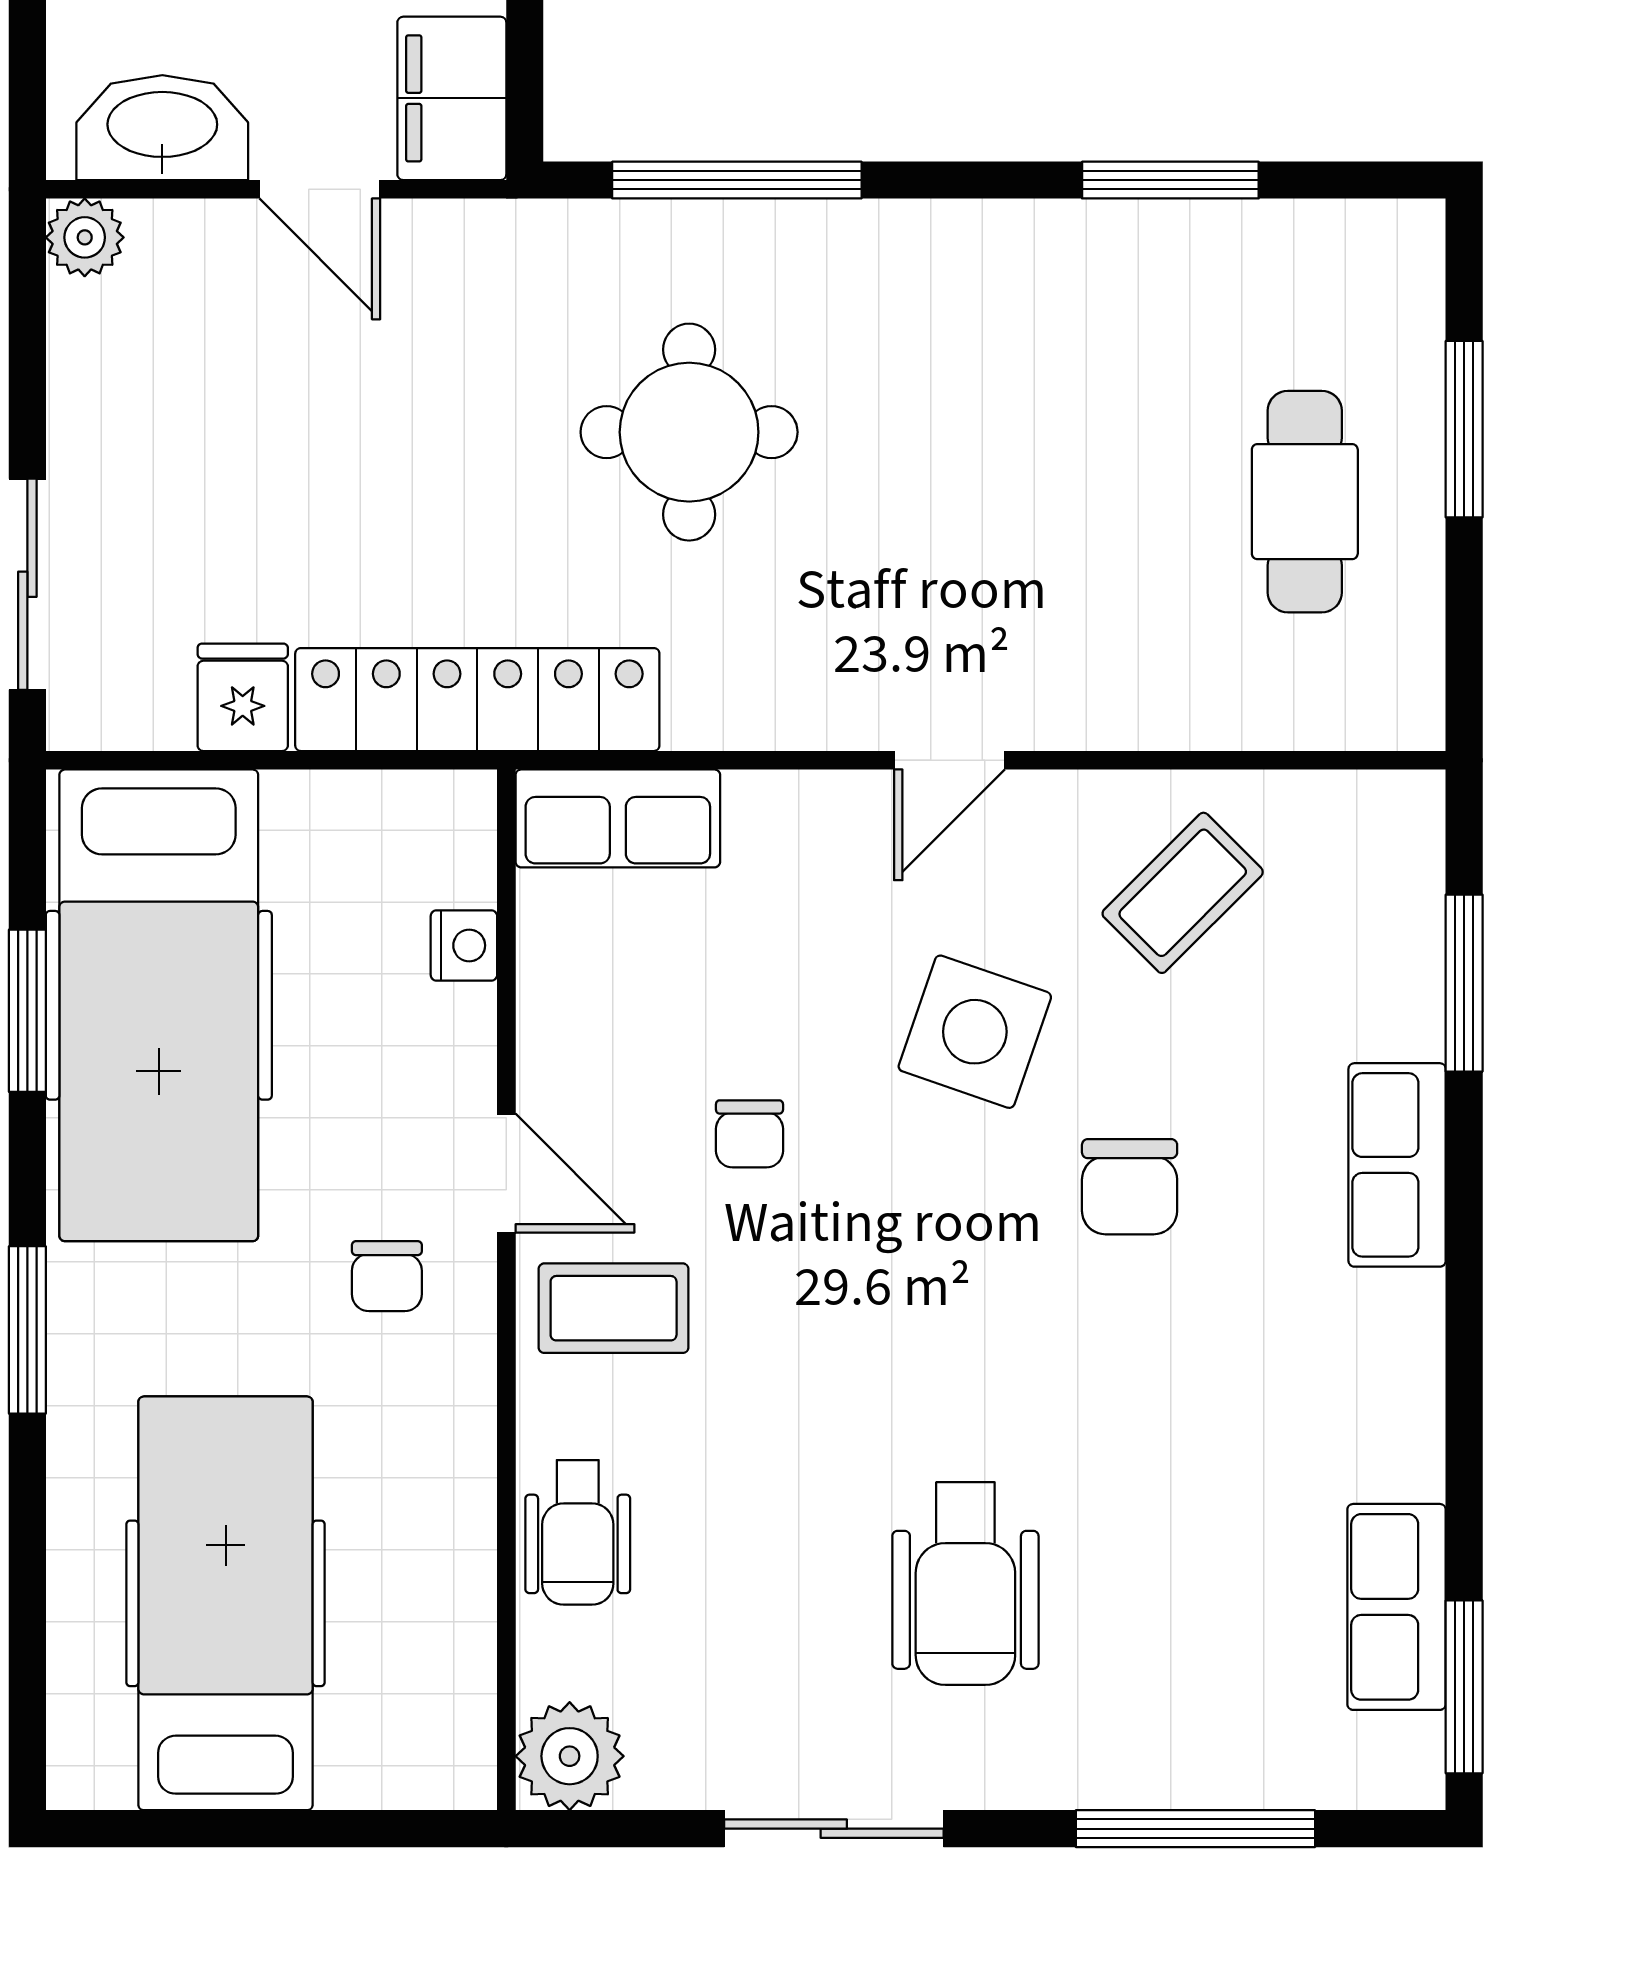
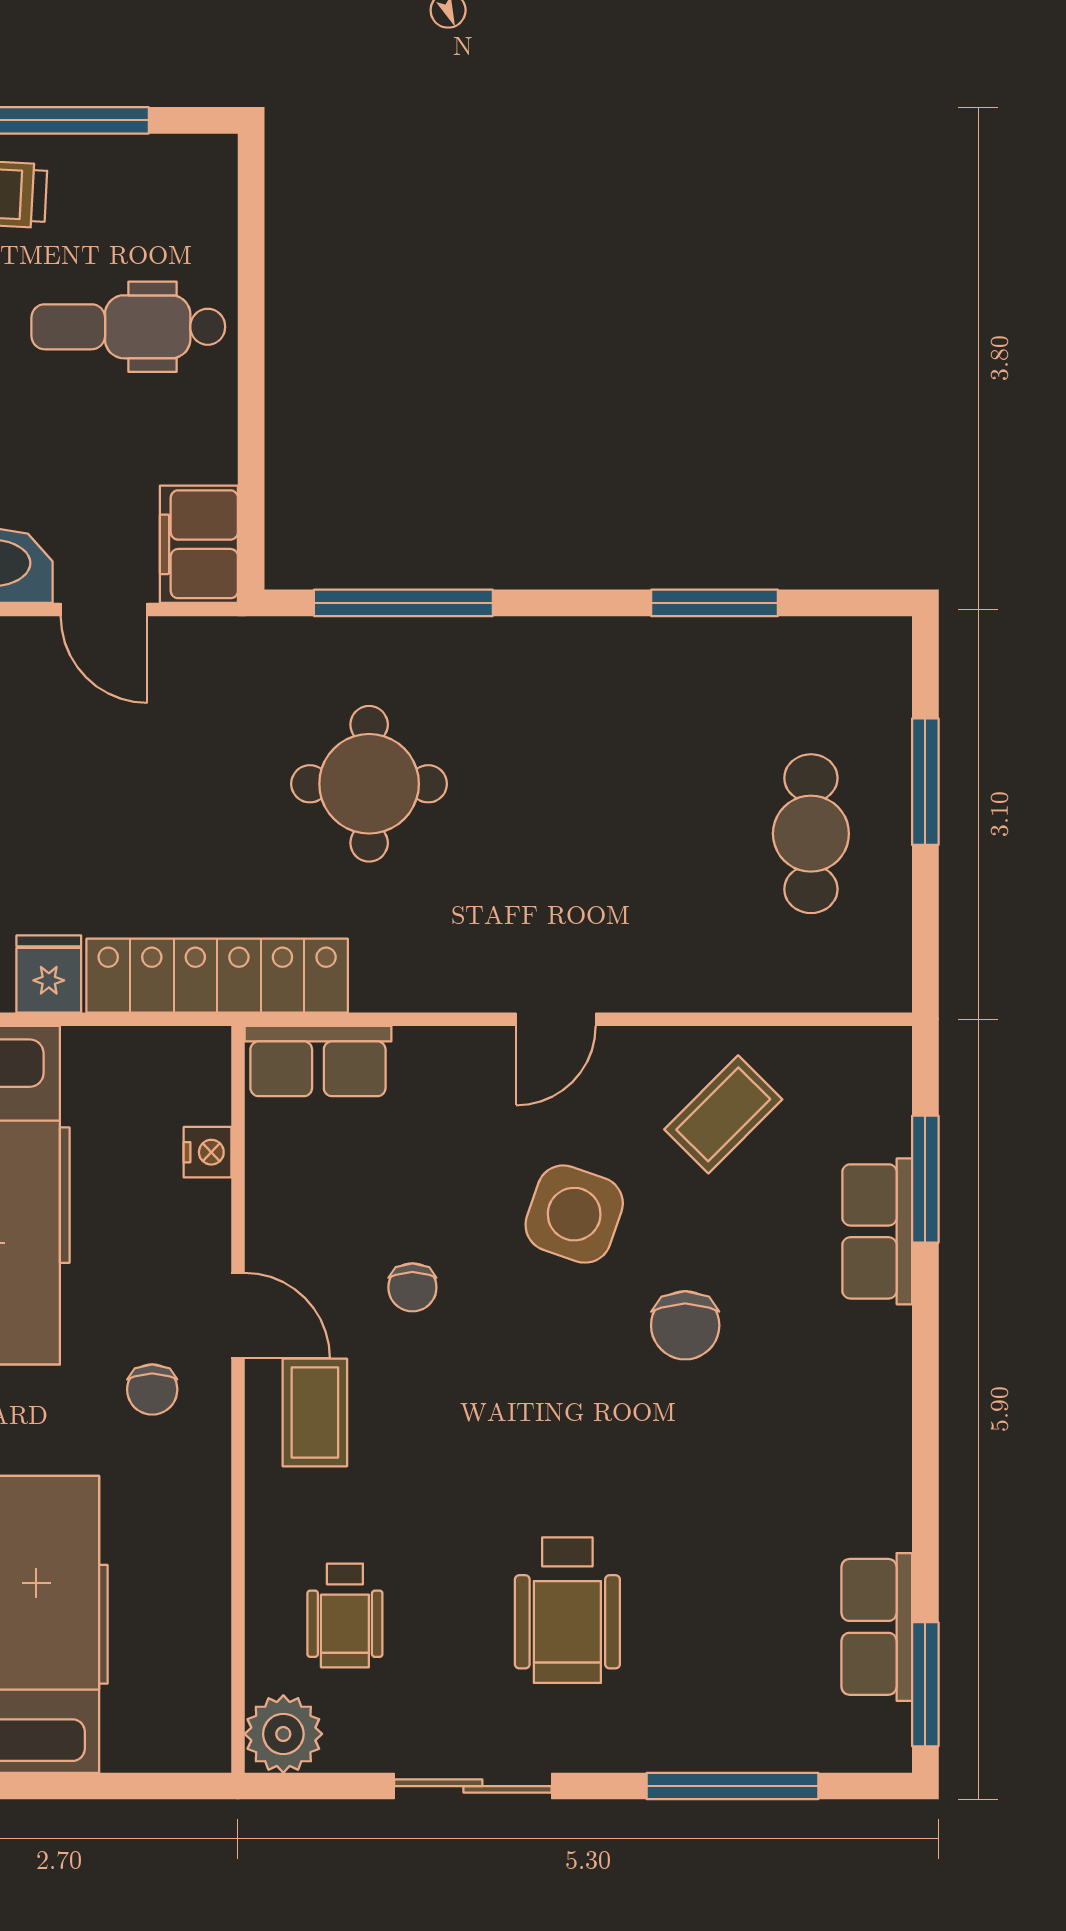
row of seats: (1397, 1165) -> (877, 1231), moved
coffee table: (614, 1308) -> (315, 1413), turned 90
wheelchair: (578, 1532) -> (345, 1615), moved

